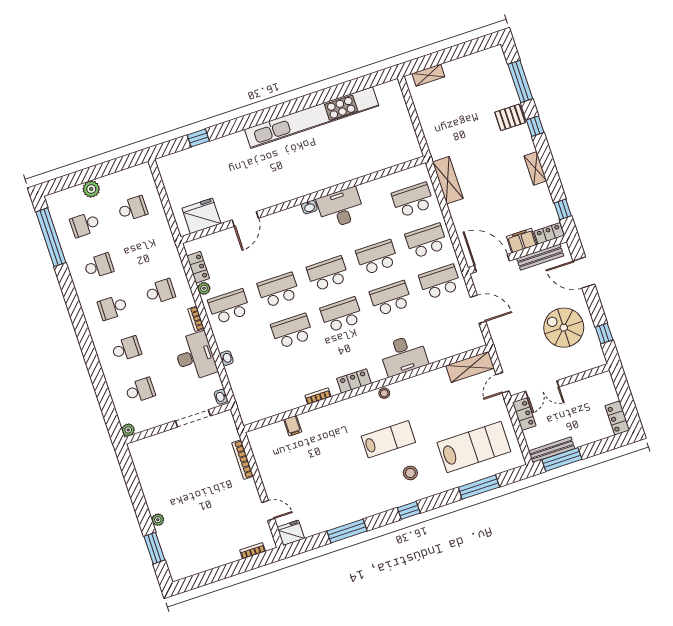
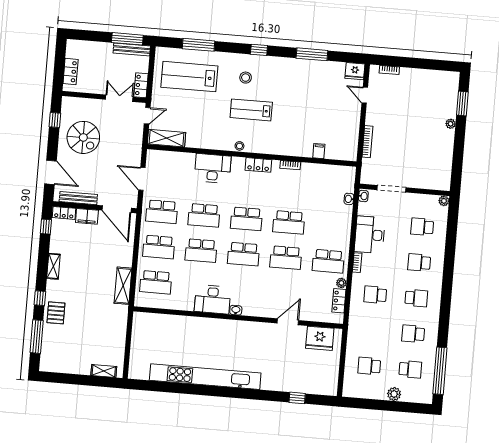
pallet: (510, 117) -> (56, 313), turned 90
washbasin: (226, 358) -> (349, 199), moved
locker: (617, 418) -> (71, 71), moved

